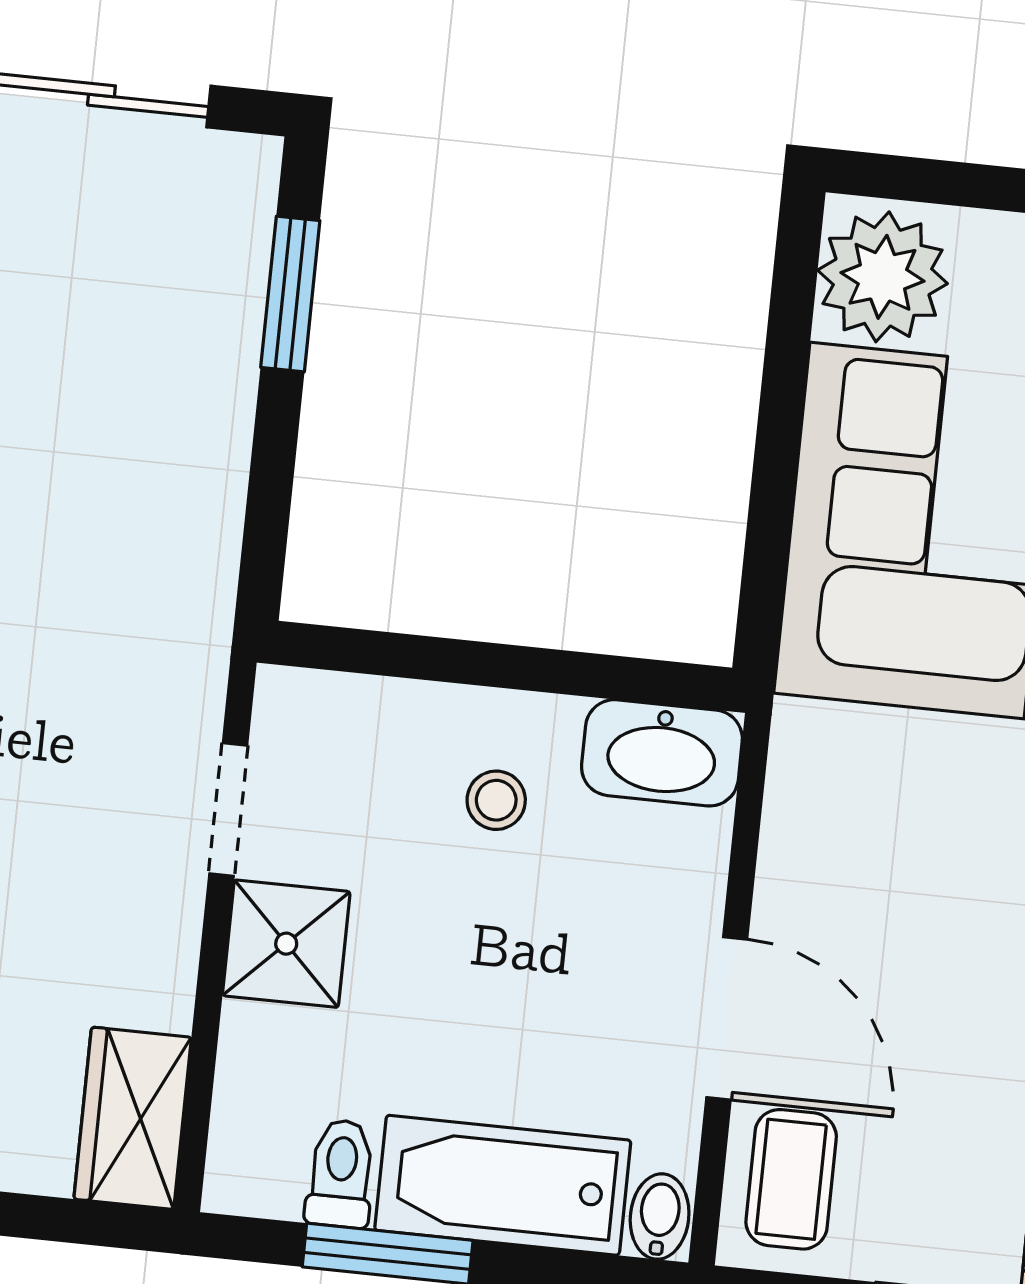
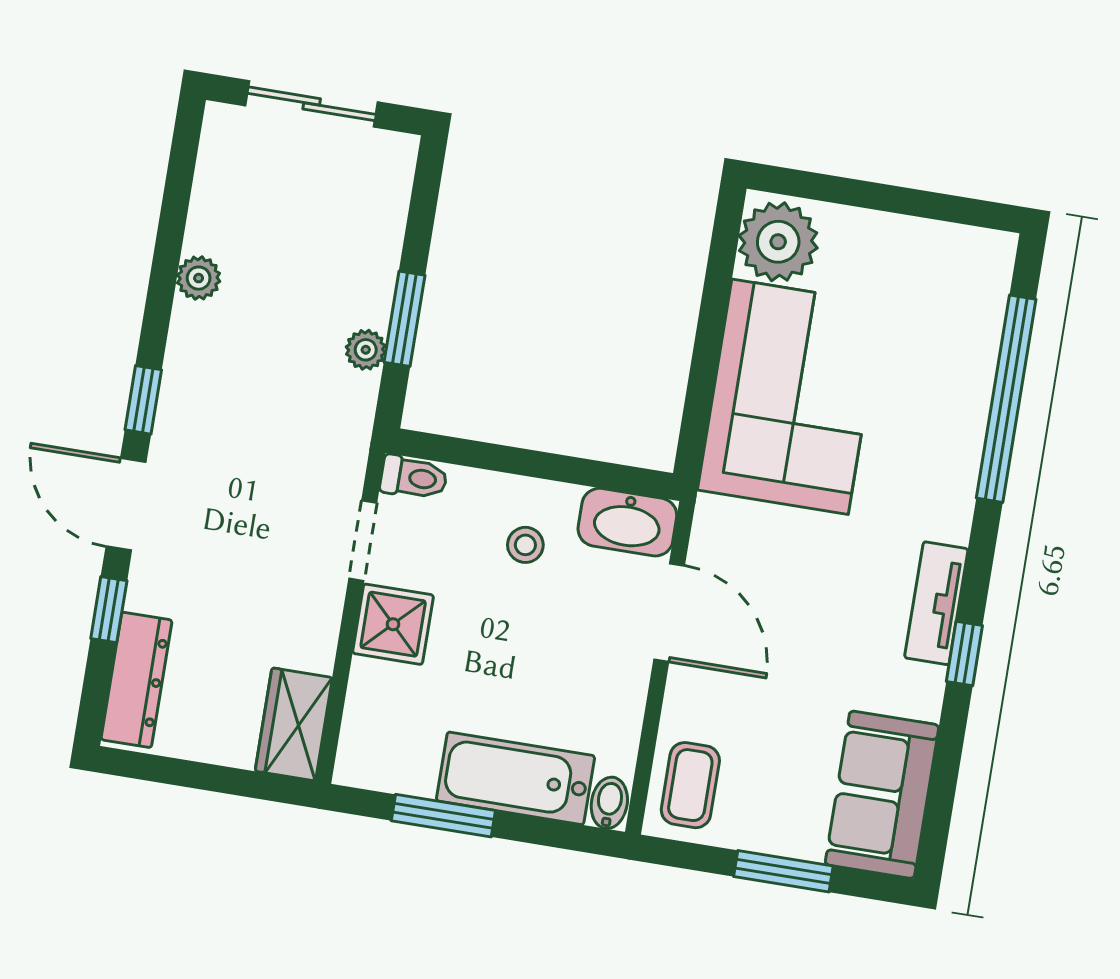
window: (290, 294) -> (404, 319), moved
plant: (214, 495) -> (366, 350), added
door: (727, 1018) -> (669, 613), moved
toilet: (341, 1174) -> (414, 478), moved, turned 90

